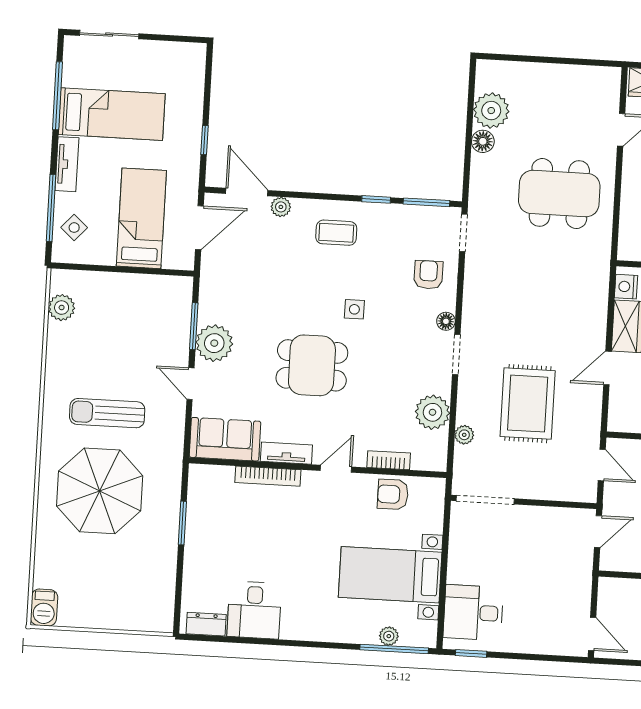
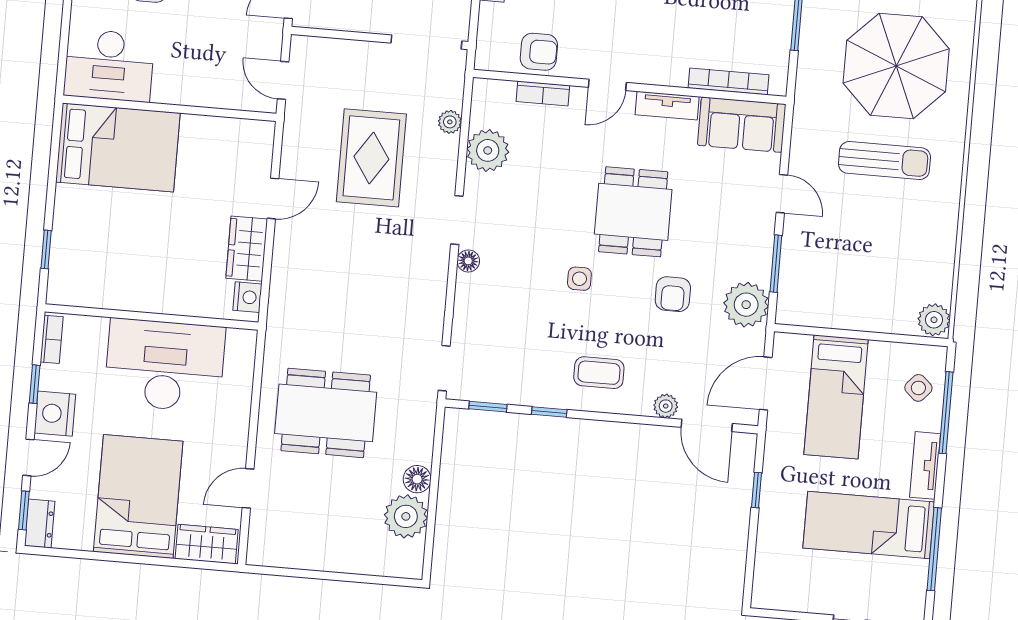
window: (426, 202) -> (488, 407), width x0.67
armchair: (428, 275) -> (673, 294), moved
plant: (62, 308) -> (934, 320), moved
plant: (214, 343) -> (746, 305), moved
dining table: (312, 365) -> (633, 212), turned 90
bookcase: (268, 476) -> (728, 81), moved

